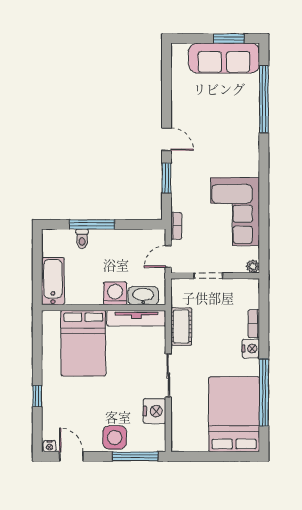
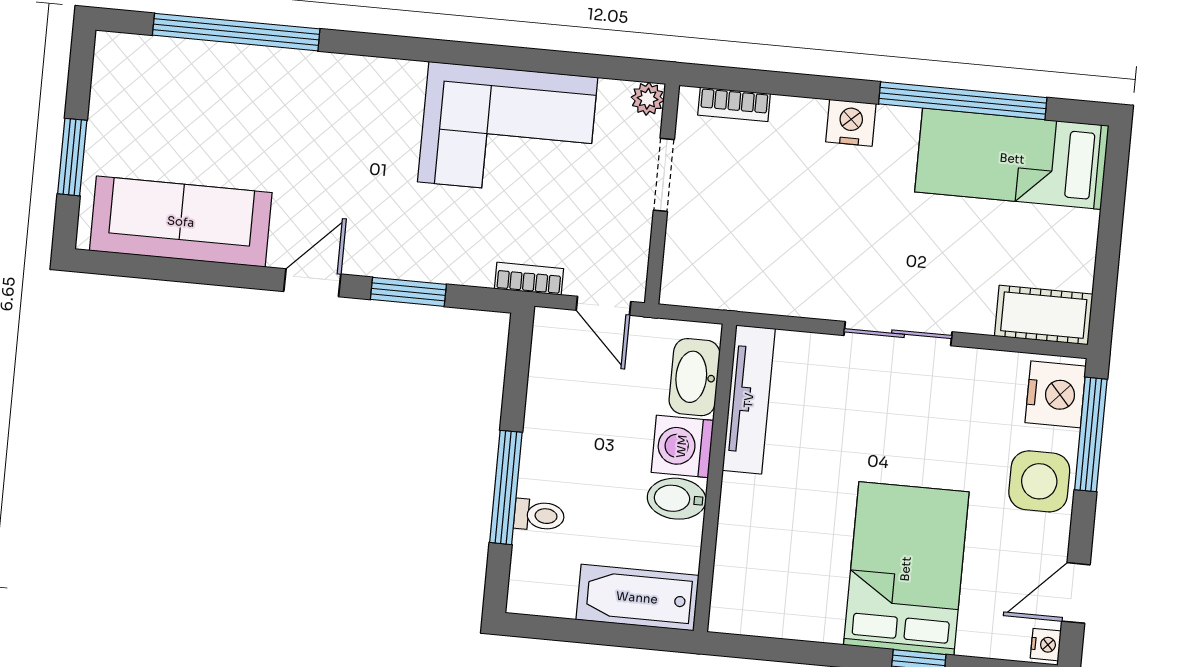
window: (229, 39) -> (72, 157), moved
sofa: (224, 58) -> (181, 222), moved, turned -90
doorway: (208, 276) -> (664, 175), moved
bidet: (94, 293) -> (677, 499), added
bookcase: (254, 324) -> (734, 104), moved
cot: (181, 327) -> (1044, 315), moved
bed: (83, 343) -> (906, 569), moved, turned -90
nightstand: (154, 411) -> (1056, 394), moved, turned 90
bed: (234, 414) -> (1012, 159), width x0.67

